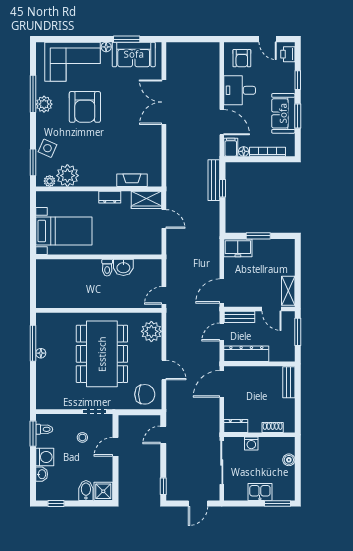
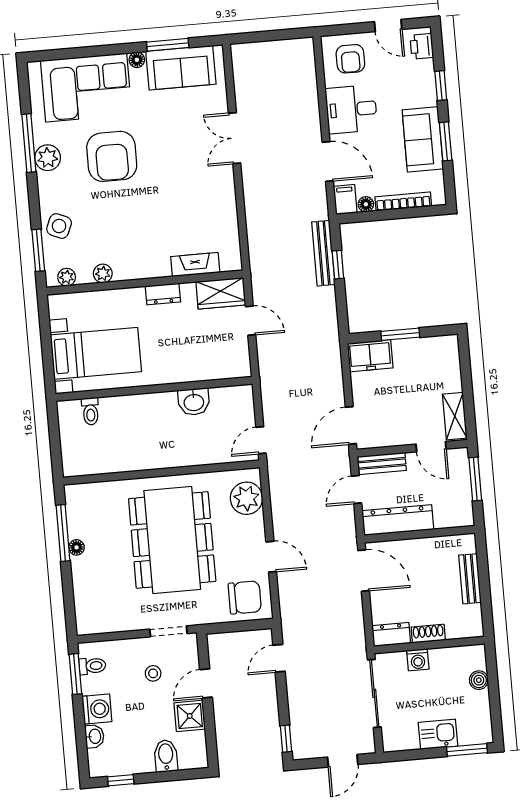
double door: (164, 102) -> (235, 138), width x0.73
plant: (67, 176) -> (103, 273), width x0.53, depth x0.53
toilet: (107, 268) -> (90, 411), moved
bench: (289, 382) -> (470, 579), moved
door: (222, 384) -> (364, 571), swing flipped
shoe rack: (273, 427) -> (428, 634), moved
shower: (103, 491) -> (190, 716), moved

